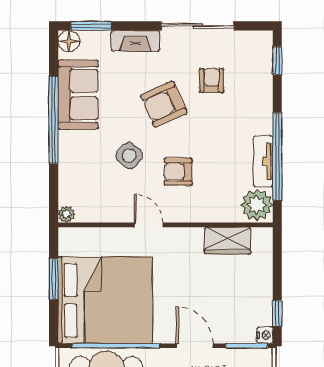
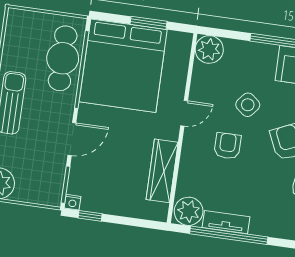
plant: (66, 214) -> (209, 49), width x1.88, depth x1.88
wardrobe: (228, 241) -> (162, 171), width x1.50

